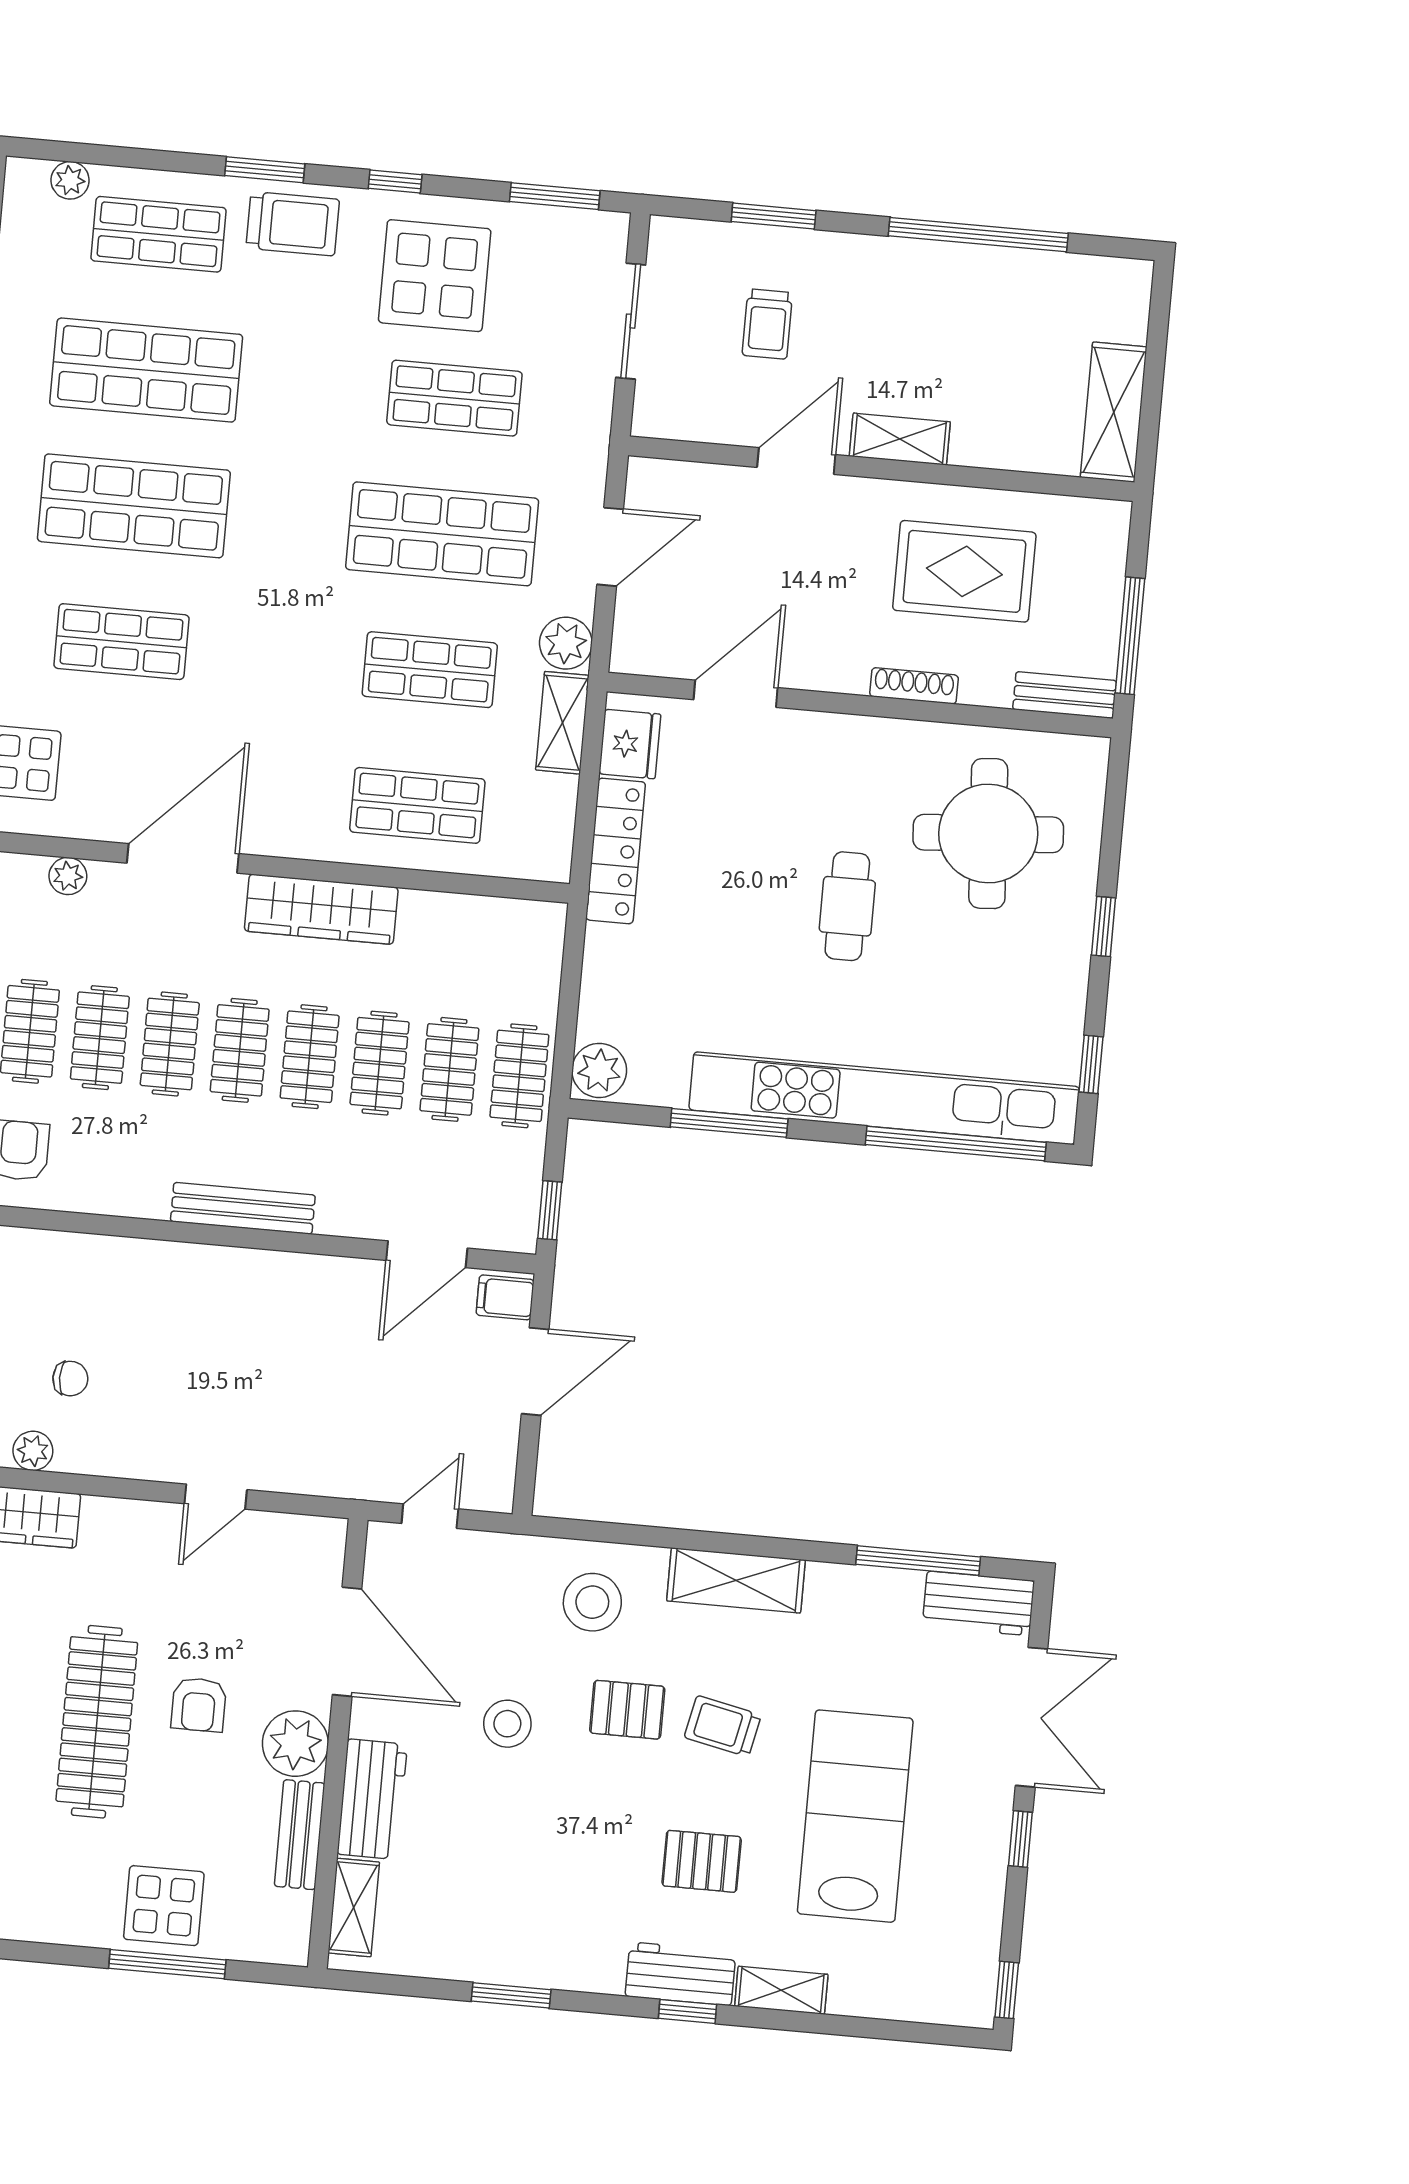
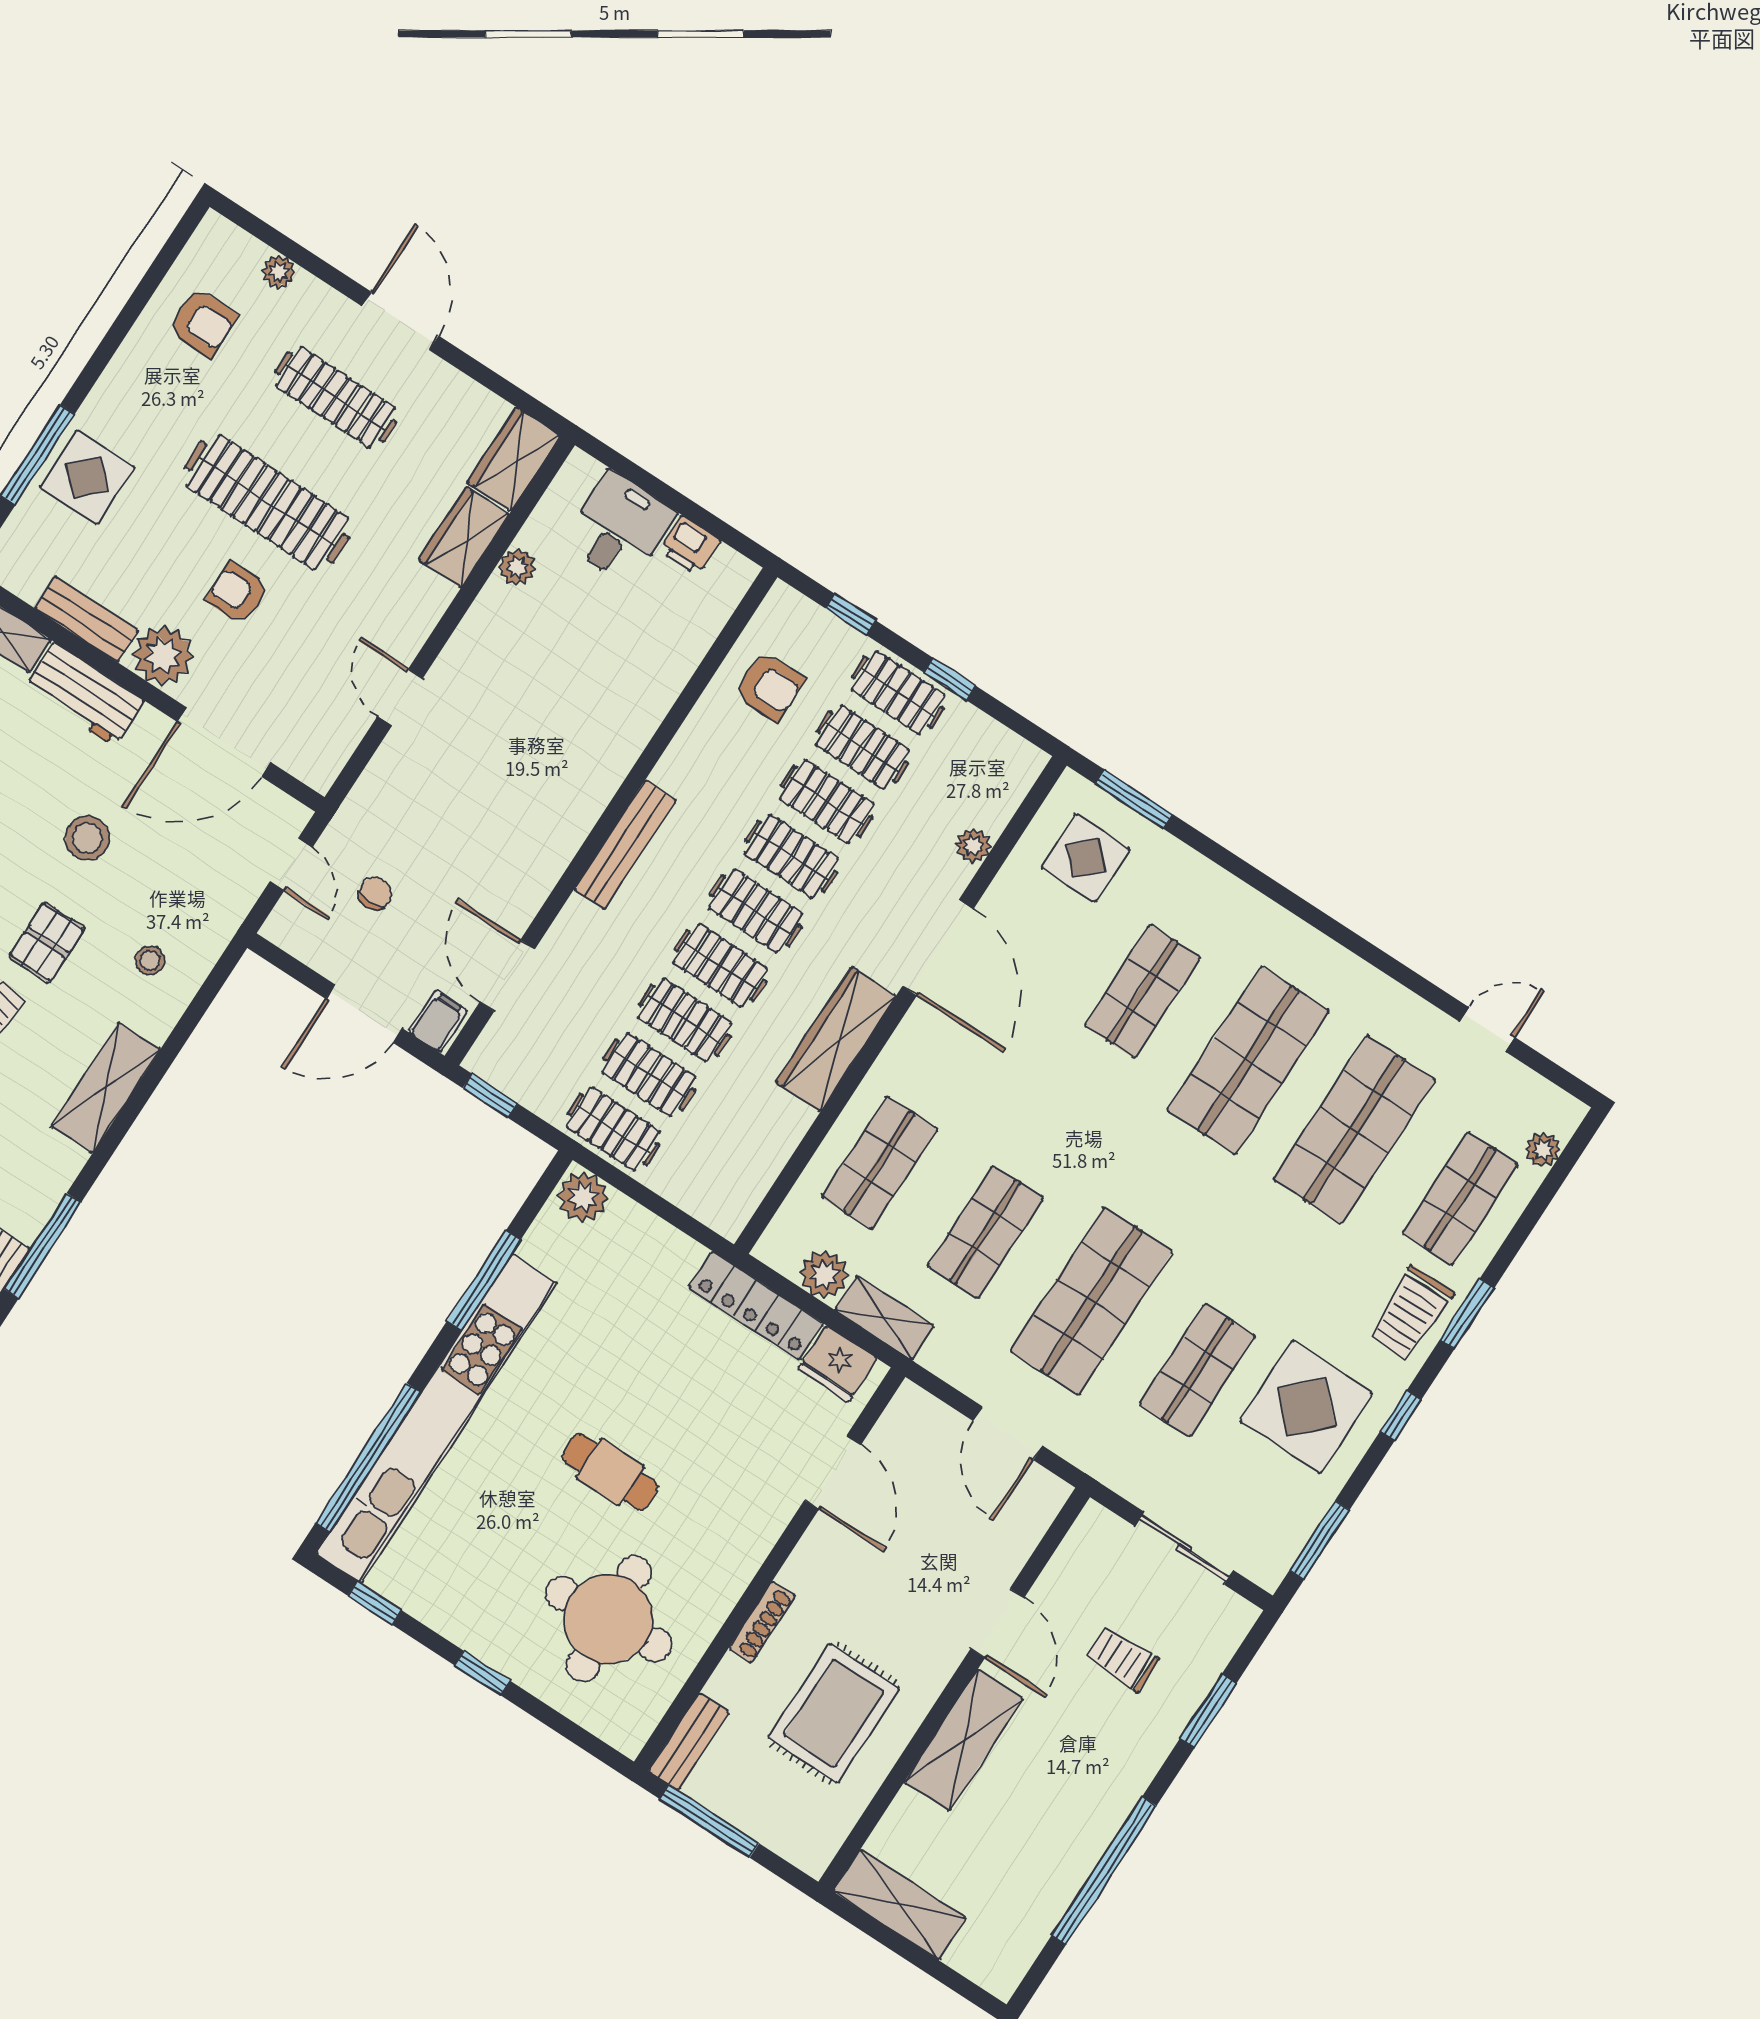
shelving: (900, 439) -> (964, 1740), width x1.50, depth x1.33
plant: (566, 643) -> (824, 1274), moved
door: (535, 1372) -> (364, 1014), hinge flipped
chair: (70, 1379) -> (375, 894), moved, turned 180
stool: (592, 1602) -> (150, 960), width x0.53, depth x0.53

